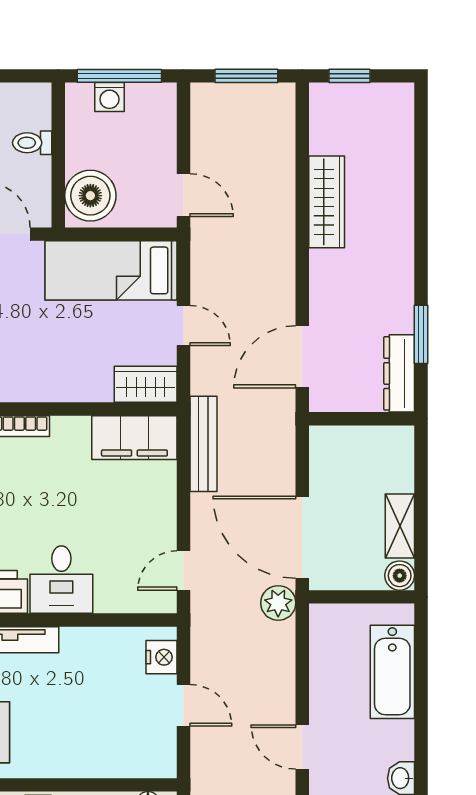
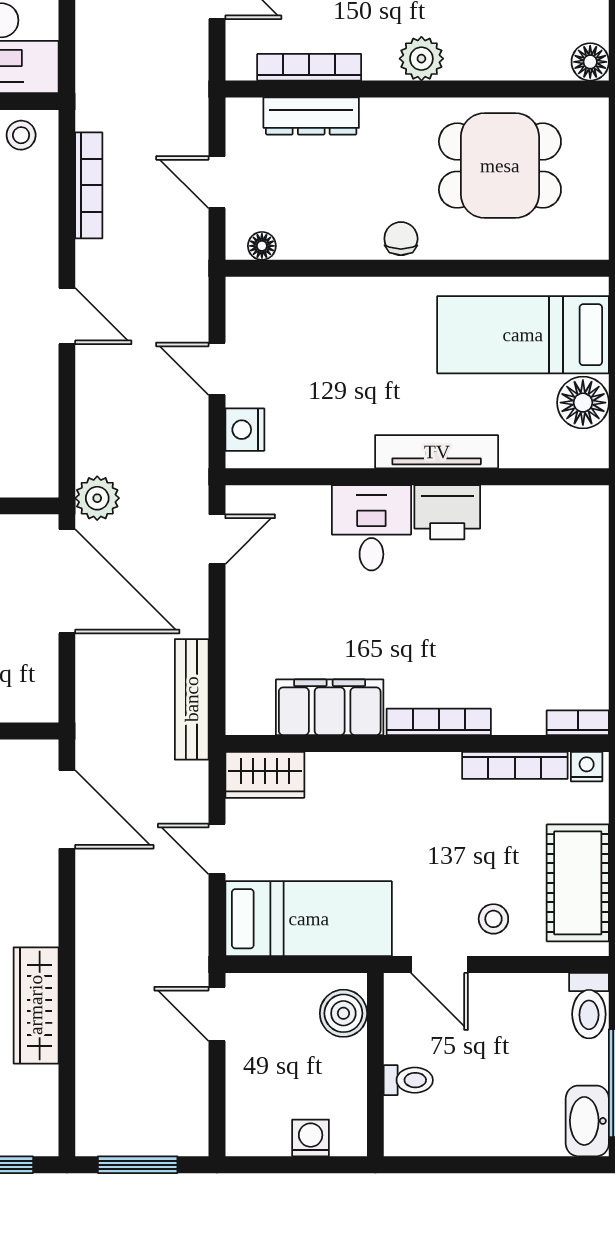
window: (119, 76) -> (298, 1165), removed
boiler: (90, 196) -> (343, 1013), width x0.73, depth x0.73
door: (302, 357) -> (67, 809), hinge flipped
filing cabinet: (134, 438) -> (330, 707), moved

